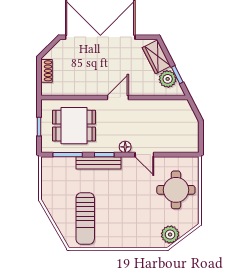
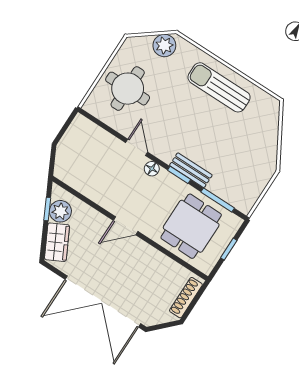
shoe rack: (47, 71) -> (186, 298), width x1.43
dining table: (74, 126) -> (191, 226), turned 90
bench: (98, 163) -> (191, 170), width x0.73
sun lounger: (85, 218) -> (219, 87), moved, turned -90

